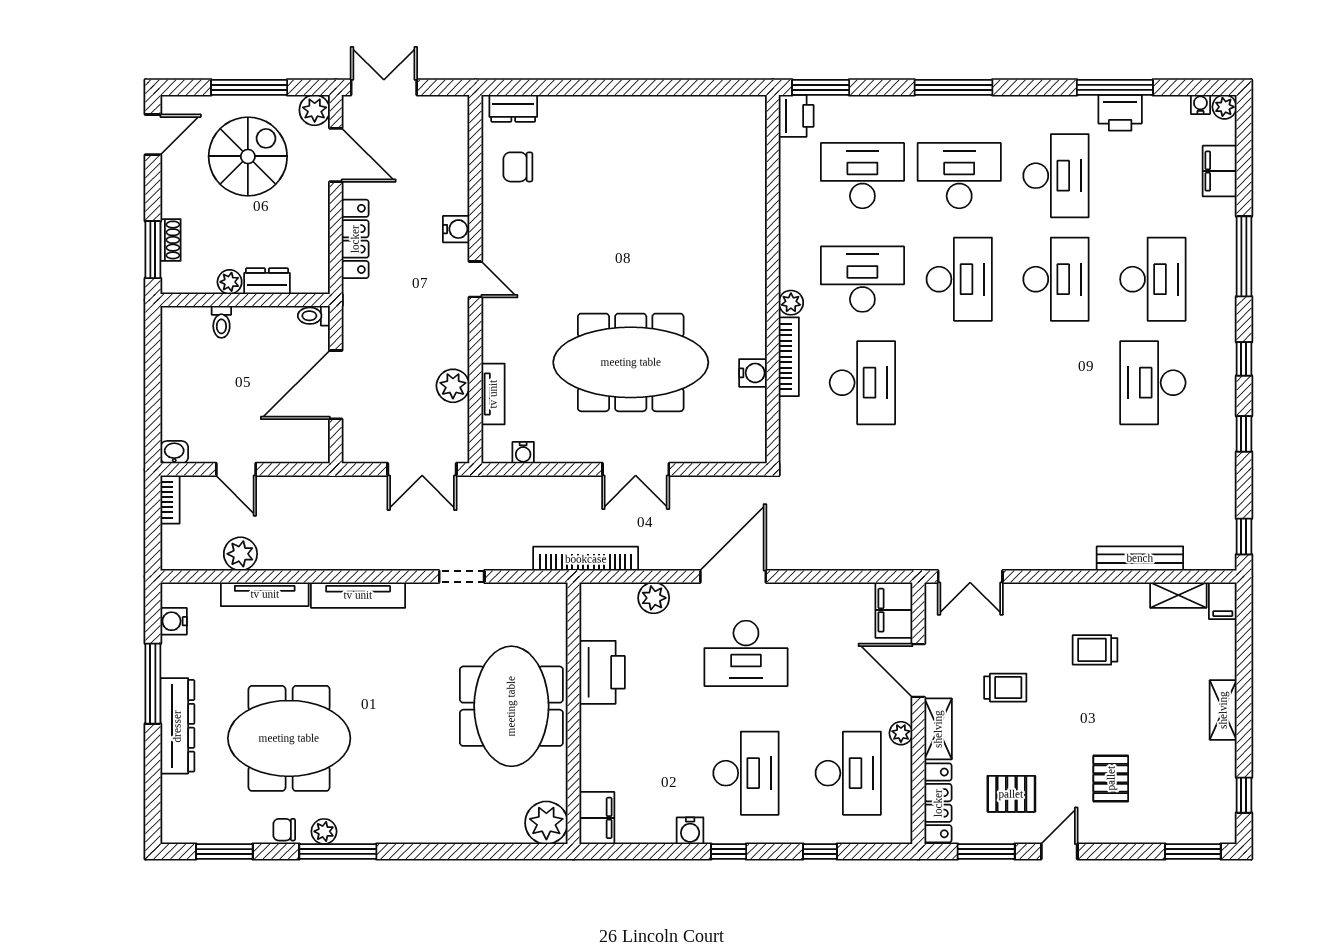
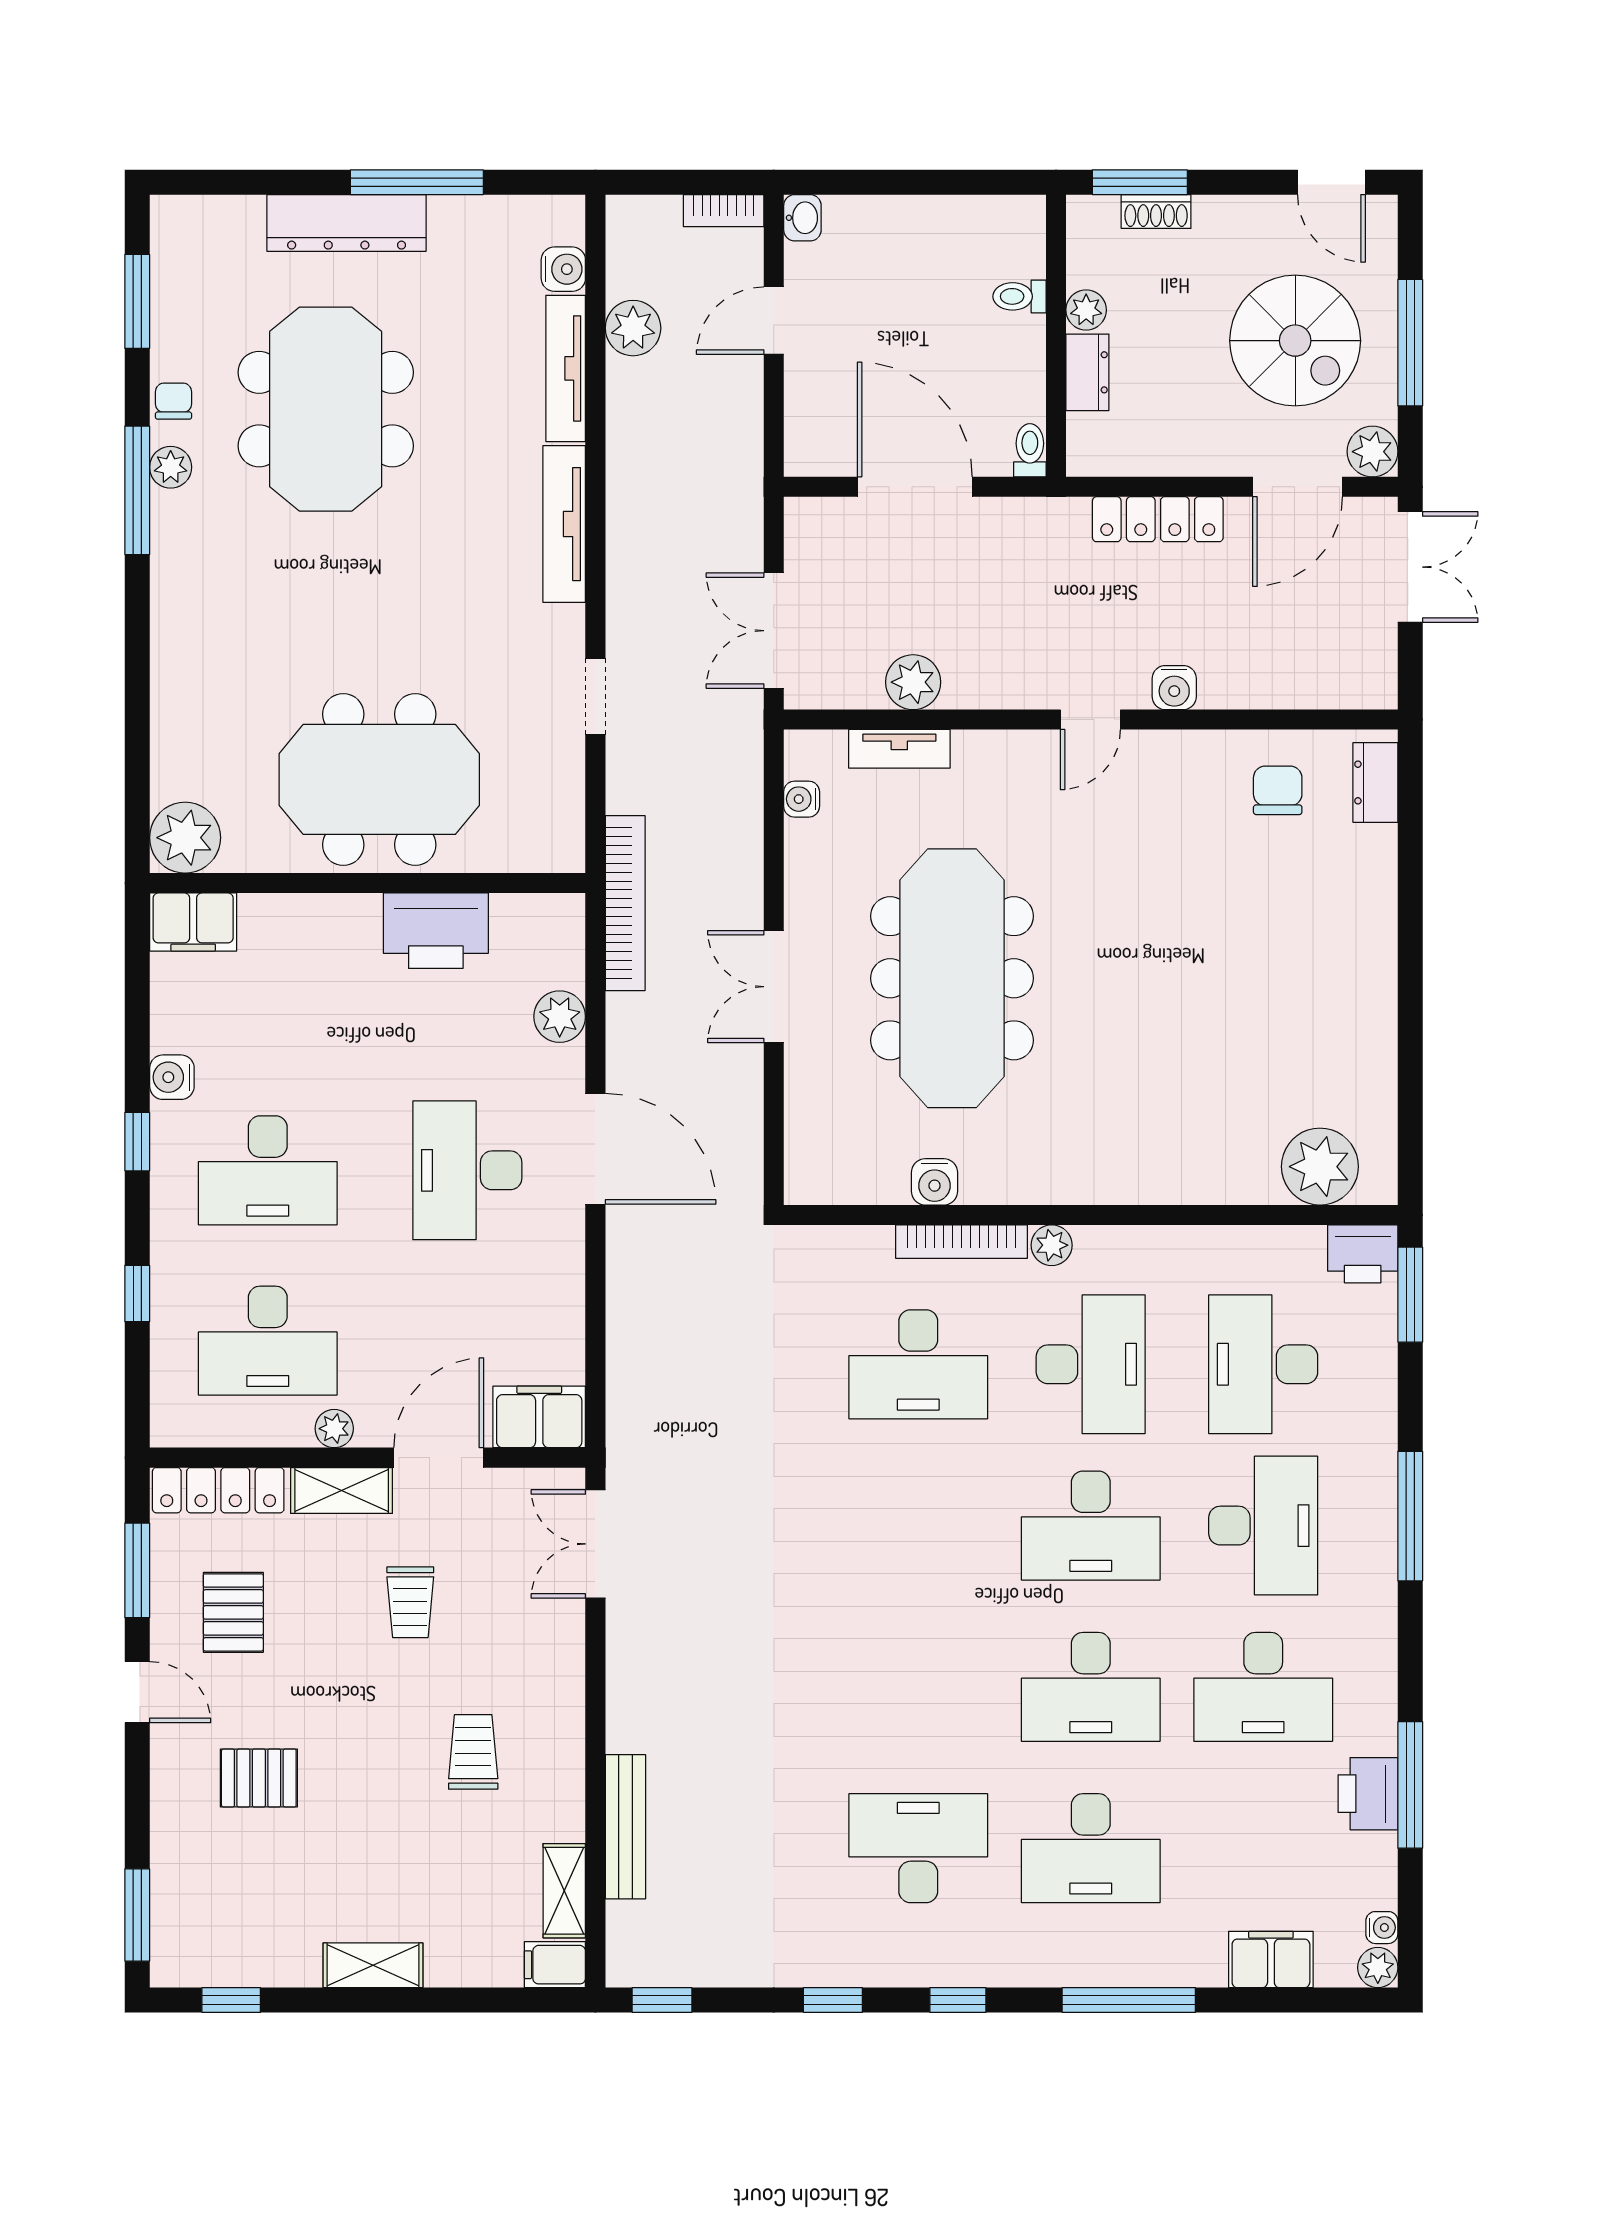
plant: (744, 142) -> (1320, 1167), added
desk: (862, 176) -> (1263, 1364), turned 180
water cooler: (174, 621) -> (563, 269), moved, turned 90

